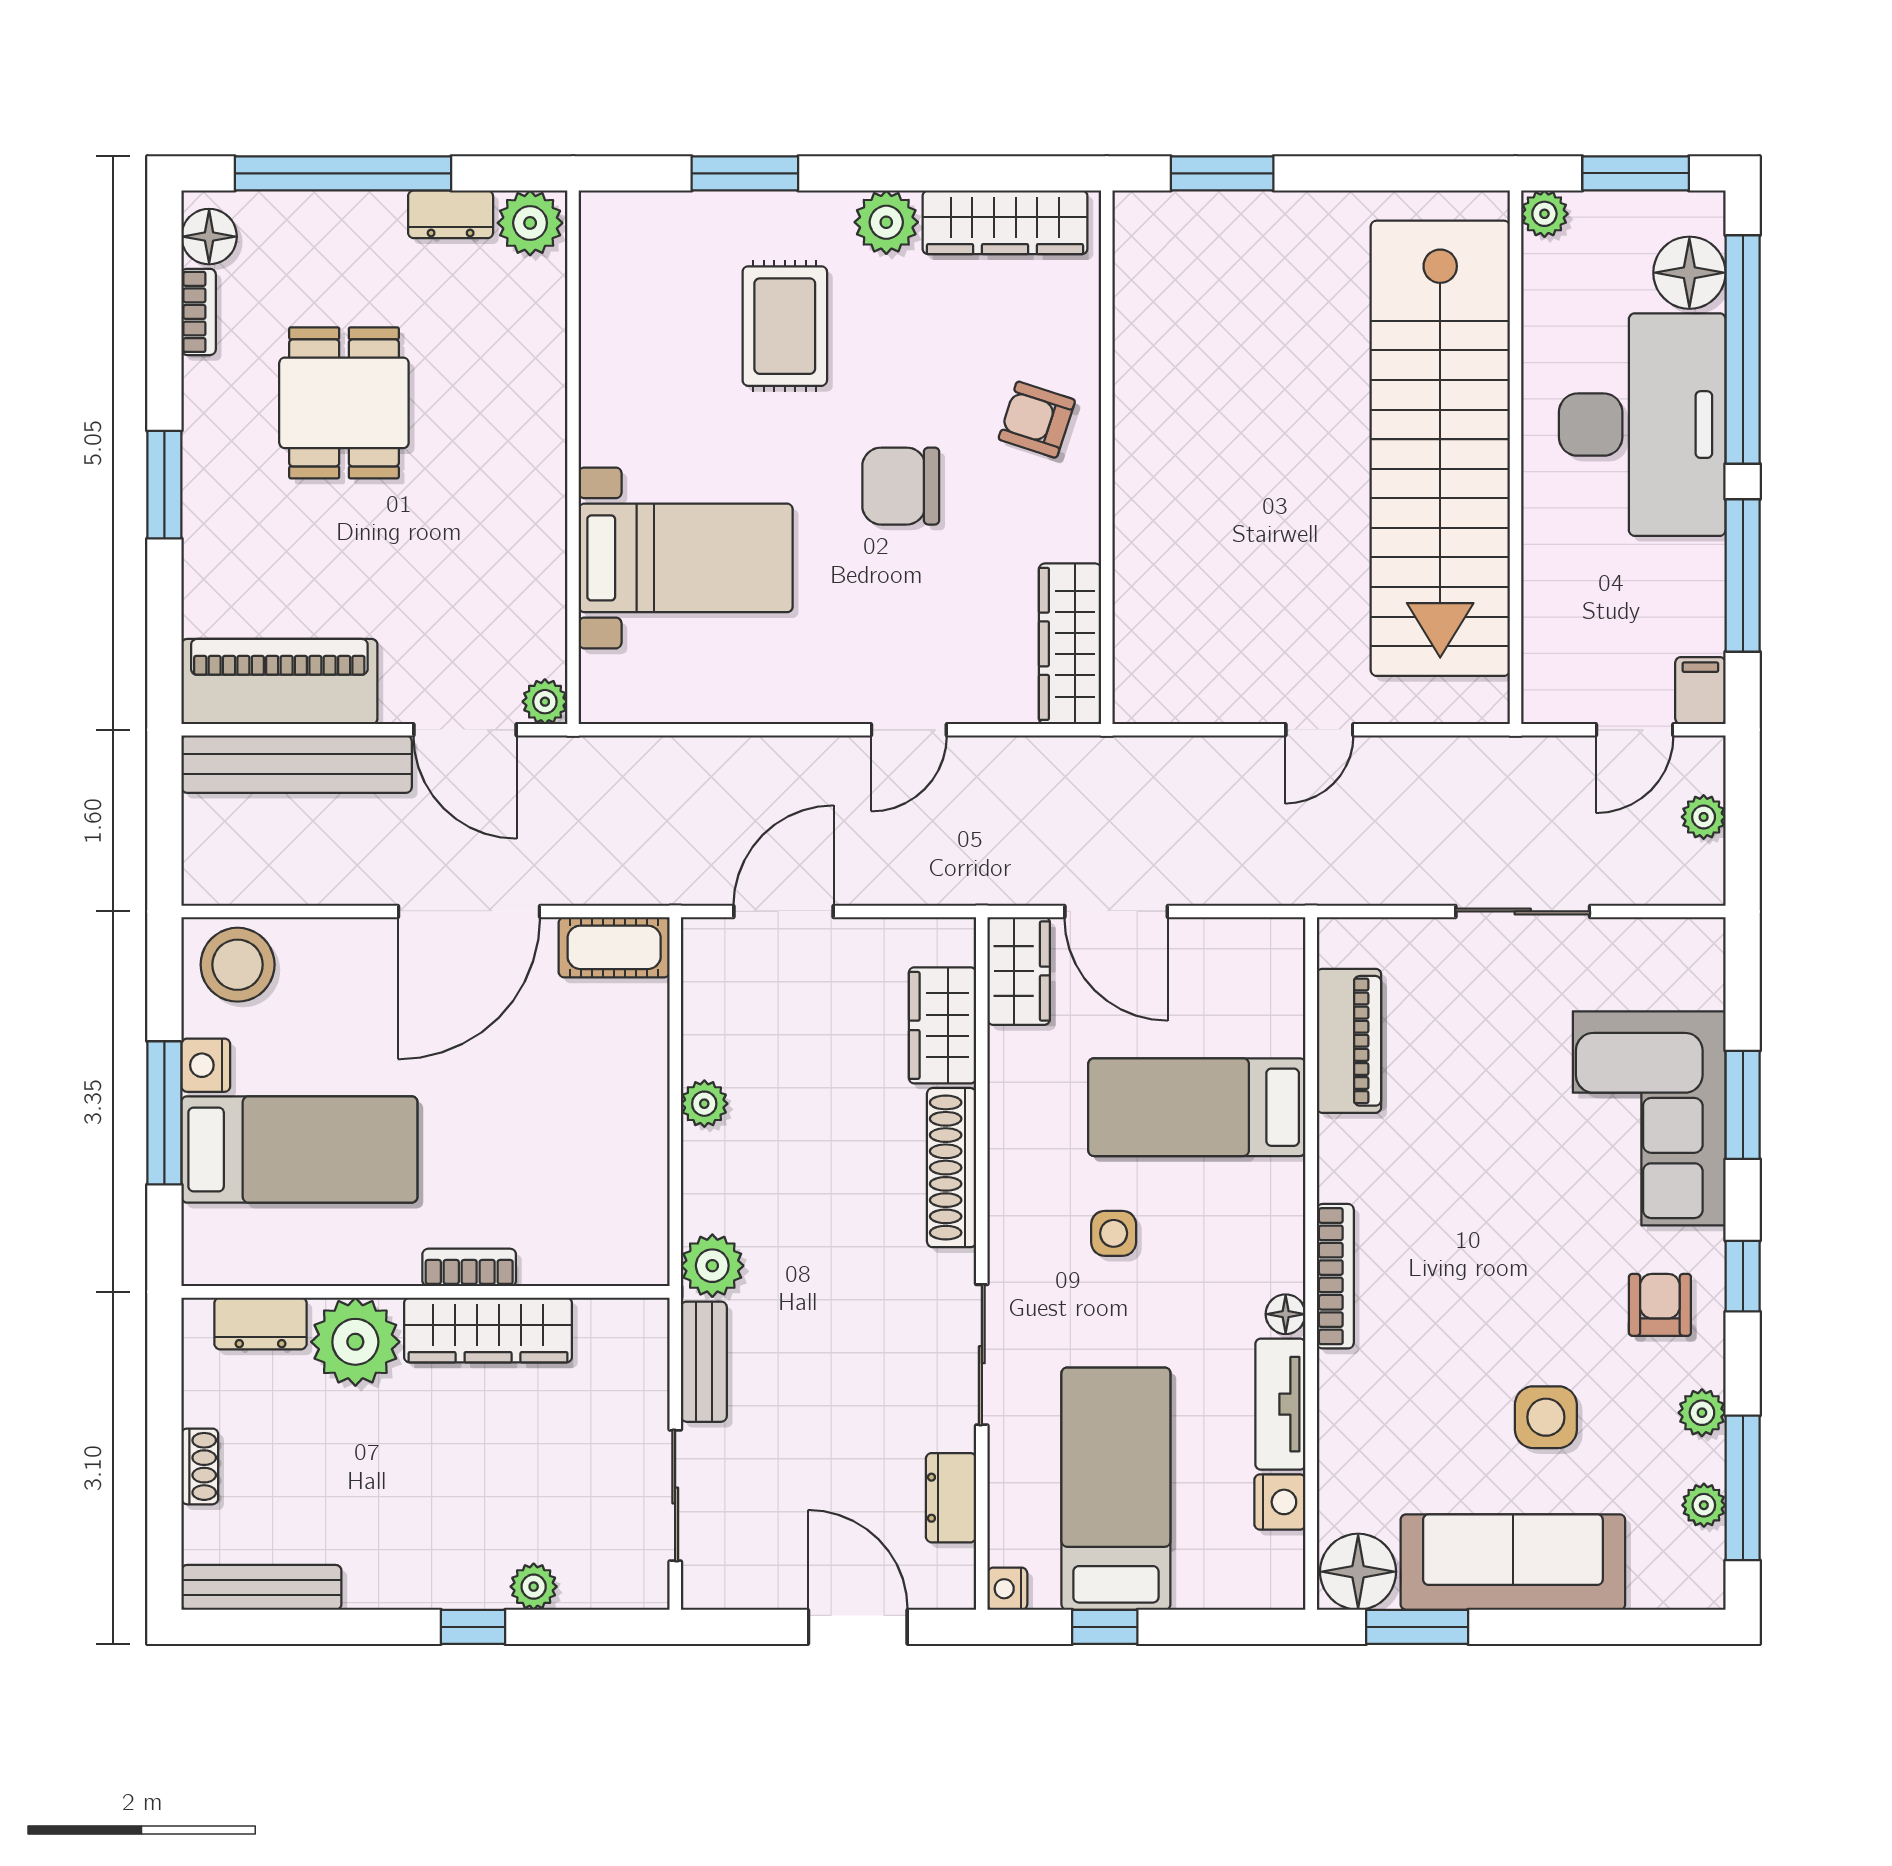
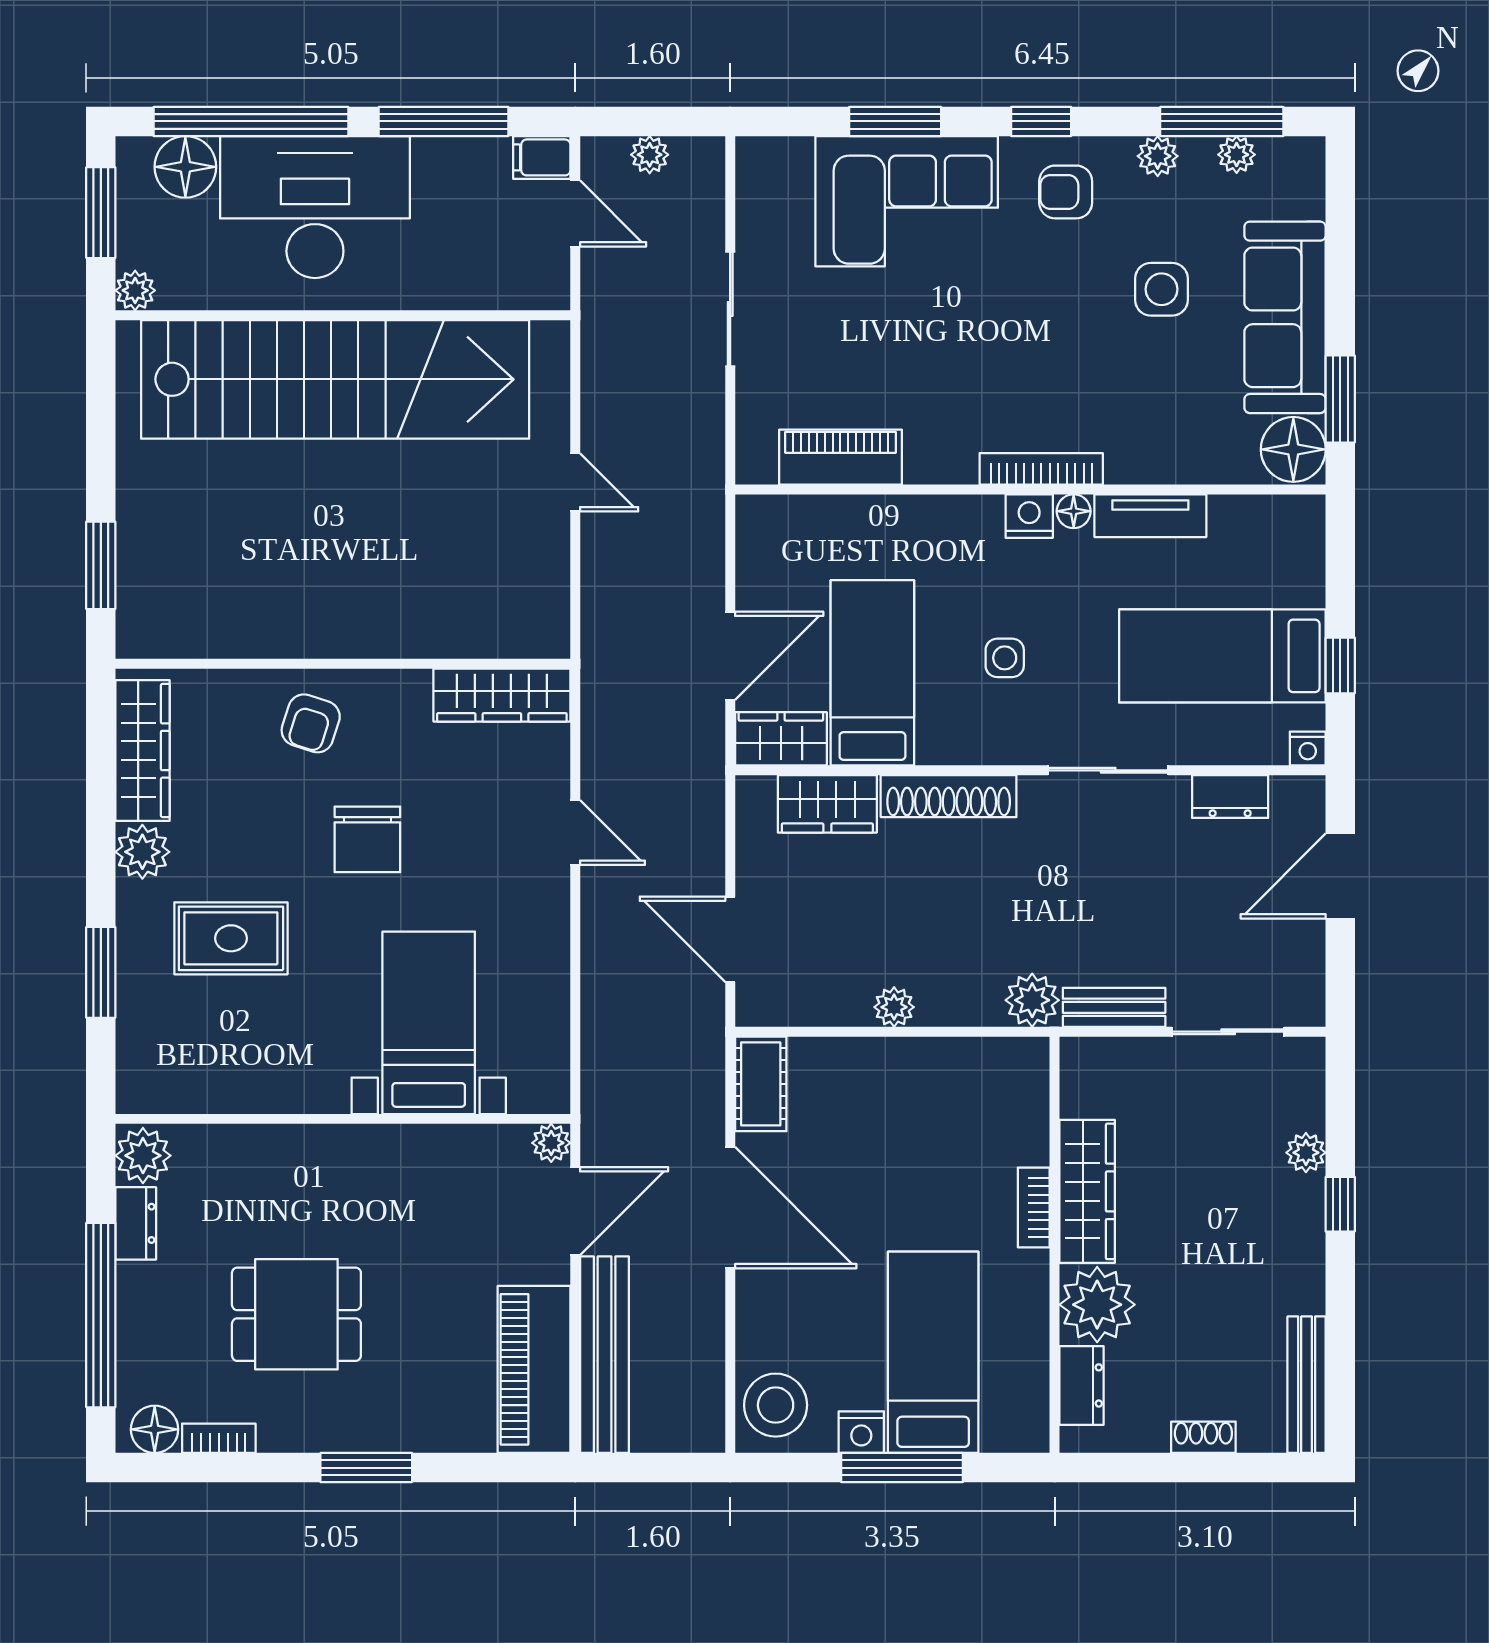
bed: (1197, 1107) -> (872, 673), moved, turned 180
nightstand: (1280, 1502) -> (1029, 516), moved

